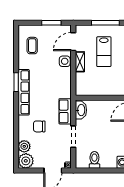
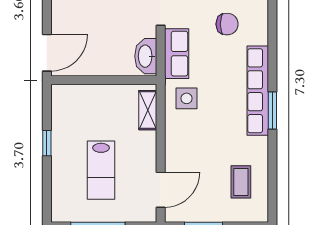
lab bench: (104, 52) -> (101, 170), turned 180
side table: (65, 61) -> (187, 98), moved
shelving: (80, 62) -> (148, 110), moved

